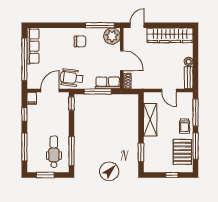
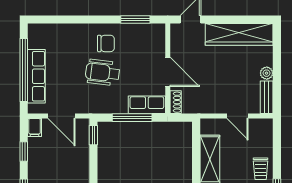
window: (100, 25) -> (135, 19), width x0.69
plant: (112, 36) -> (153, 36), removed
row of seats: (33, 46) -> (36, 76), moved
wheelchair: (72, 78) -> (103, 73), moved
door: (50, 90) -> (62, 116), swing flipped
window: (196, 112) -> (277, 149), removed

